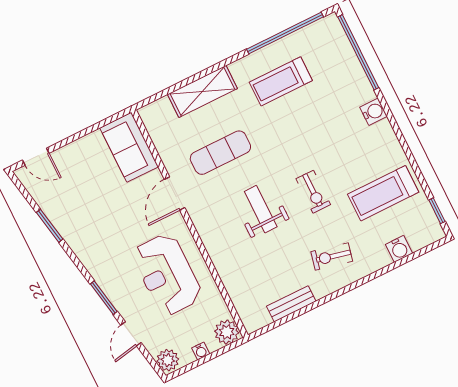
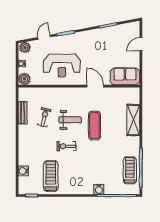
treadmill: (281, 81) -> (130, 170), moved
water cooler: (373, 112) -> (99, 189), moved
exercise mat: (220, 153) -> (94, 126), moved
door: (36, 157) -> (141, 44), moved
exercise bike: (332, 257) -> (44, 117), moved
reception desk: (167, 274) -> (62, 65), turned 180
door: (131, 334) -> (44, 37), hinge flipped

